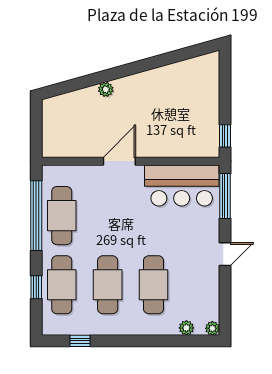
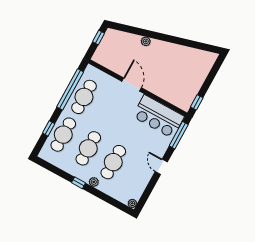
window: (36, 121) -> (99, 38), added
door: (119, 161) -> (132, 85), hinge flipped
door: (225, 254) -> (161, 167), swing flipped
plant: (186, 328) -> (94, 182), moved
window: (80, 341) -> (79, 183), moved

